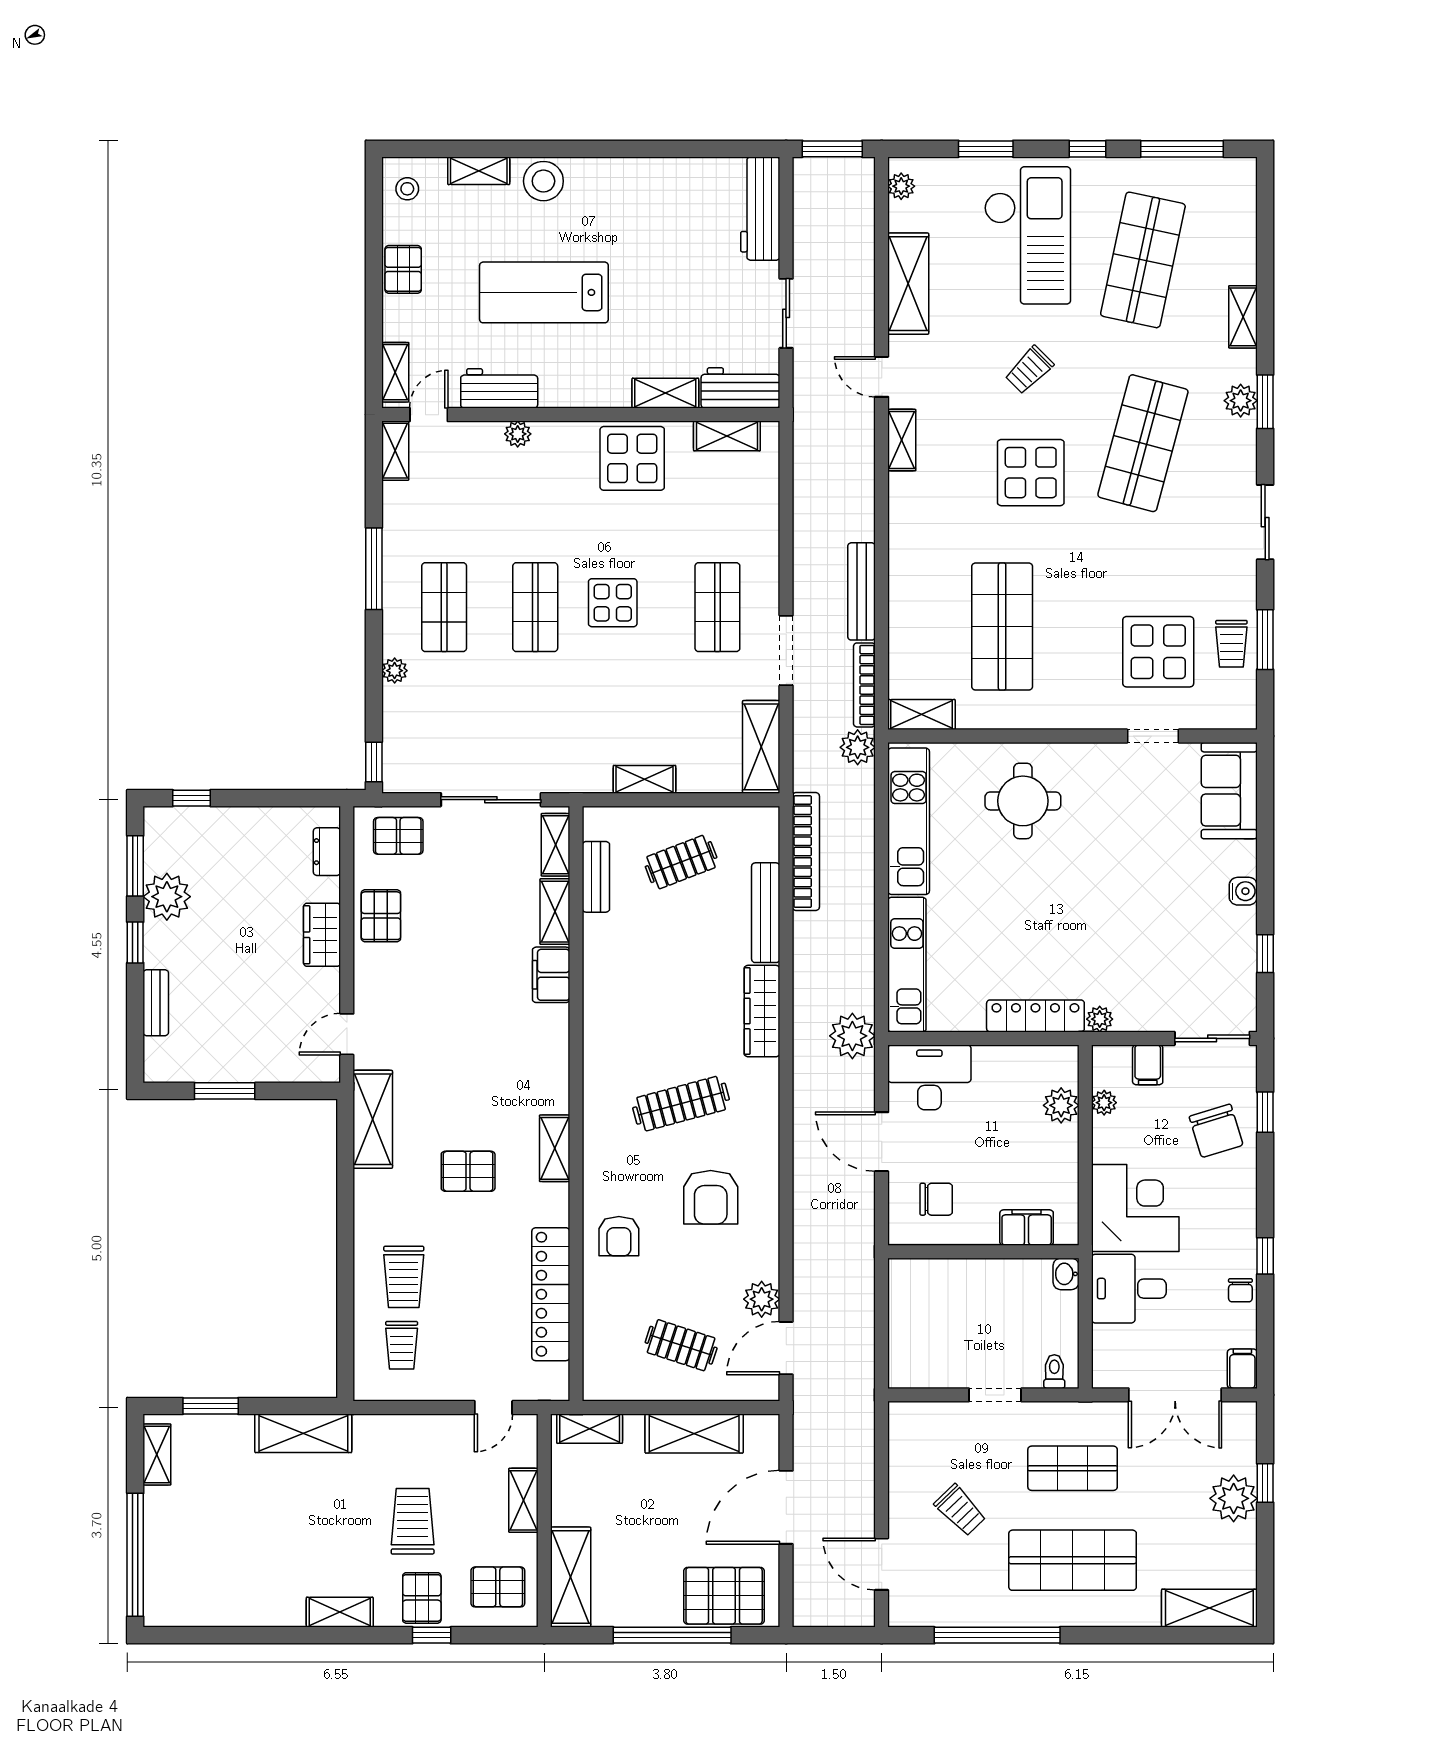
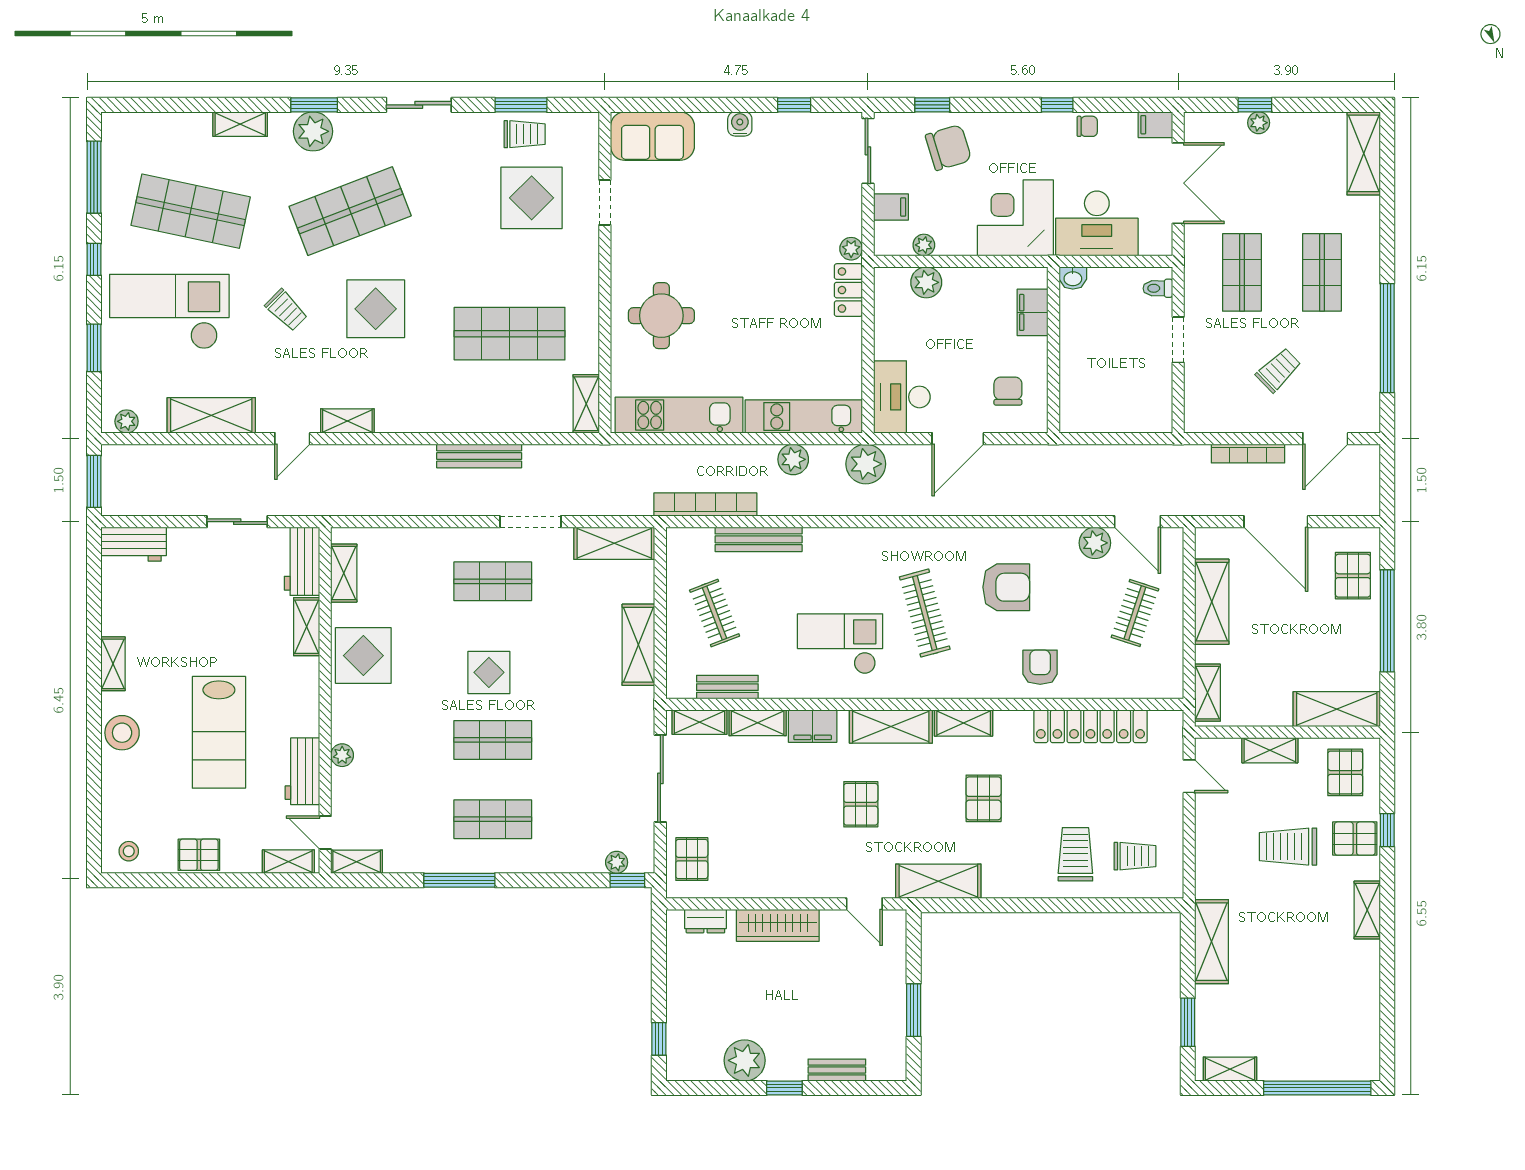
shelving: (479, 171) -> (113, 664), moved
workbench: (760, 209) -> (134, 544), width x0.73
plant: (1241, 401) -> (313, 131), width x1.36, depth x1.36
shop shelf: (1143, 443) -> (350, 211), turned -36
plant: (395, 671) -> (617, 862), moved
bookcase: (864, 685) -> (1248, 453), moved
plant: (858, 747) -> (793, 459), moved
shelving: (644, 779) -> (638, 645), width x1.50, depth x1.33
window: (135, 866) -> (718, 1088), removed
pallet: (381, 916) -> (861, 804), moved, turned 90
wardrobe: (322, 935) -> (778, 925), width x1.50
checkout: (646, 1006) -> (840, 644), added
wardrobe: (762, 1011) -> (844, 543), removed
locker: (1035, 1016) -> (848, 290), width x0.66
shelving: (551, 1065) -> (891, 727), added
armchair: (619, 1236) -> (1040, 667), turned -90
trolley: (404, 1277) -> (1075, 854), turned -90
desk: (1129, 1289) -> (1097, 223), width x1.37
plant: (1234, 1498) -> (1259, 123), width x0.53, depth x0.53
shop shelf: (1073, 1560) -> (1322, 272), width x0.70, depth x0.74
pallet: (724, 1596) -> (1353, 576), width x0.67, depth x0.71

